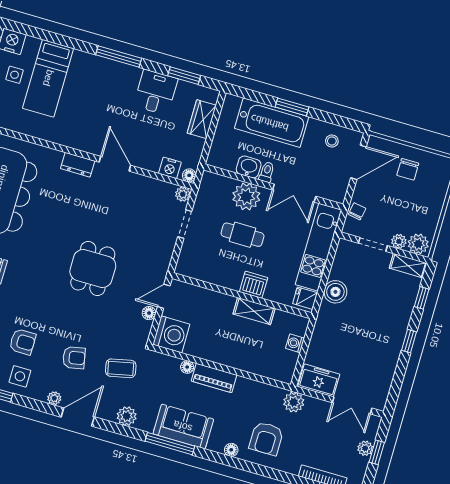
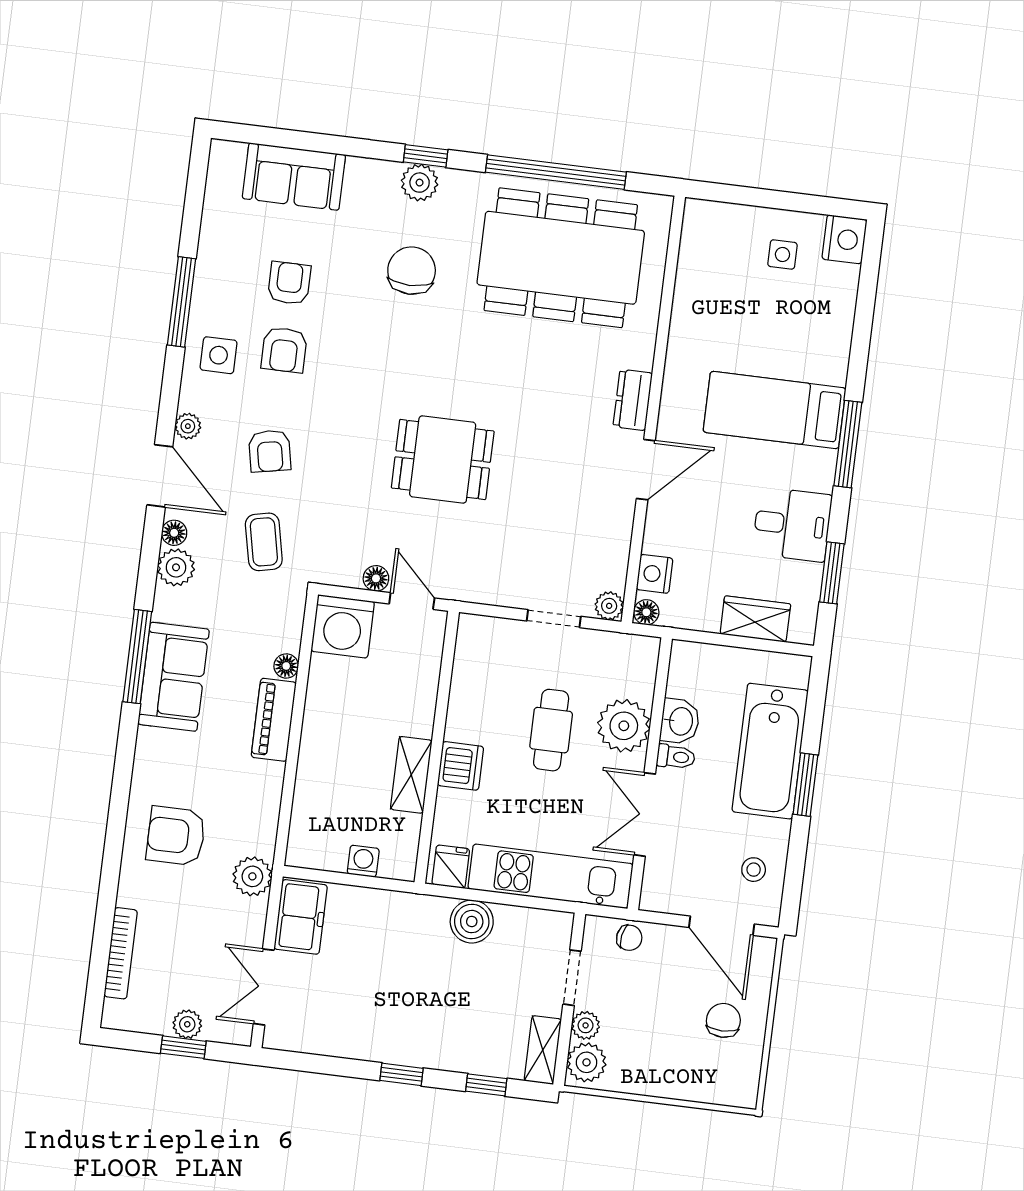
bed: (48, 78) -> (775, 410), moved
chair: (408, 169) -> (723, 1020), turned 90
floor lamp: (231, 450) -> (174, 533), moved

